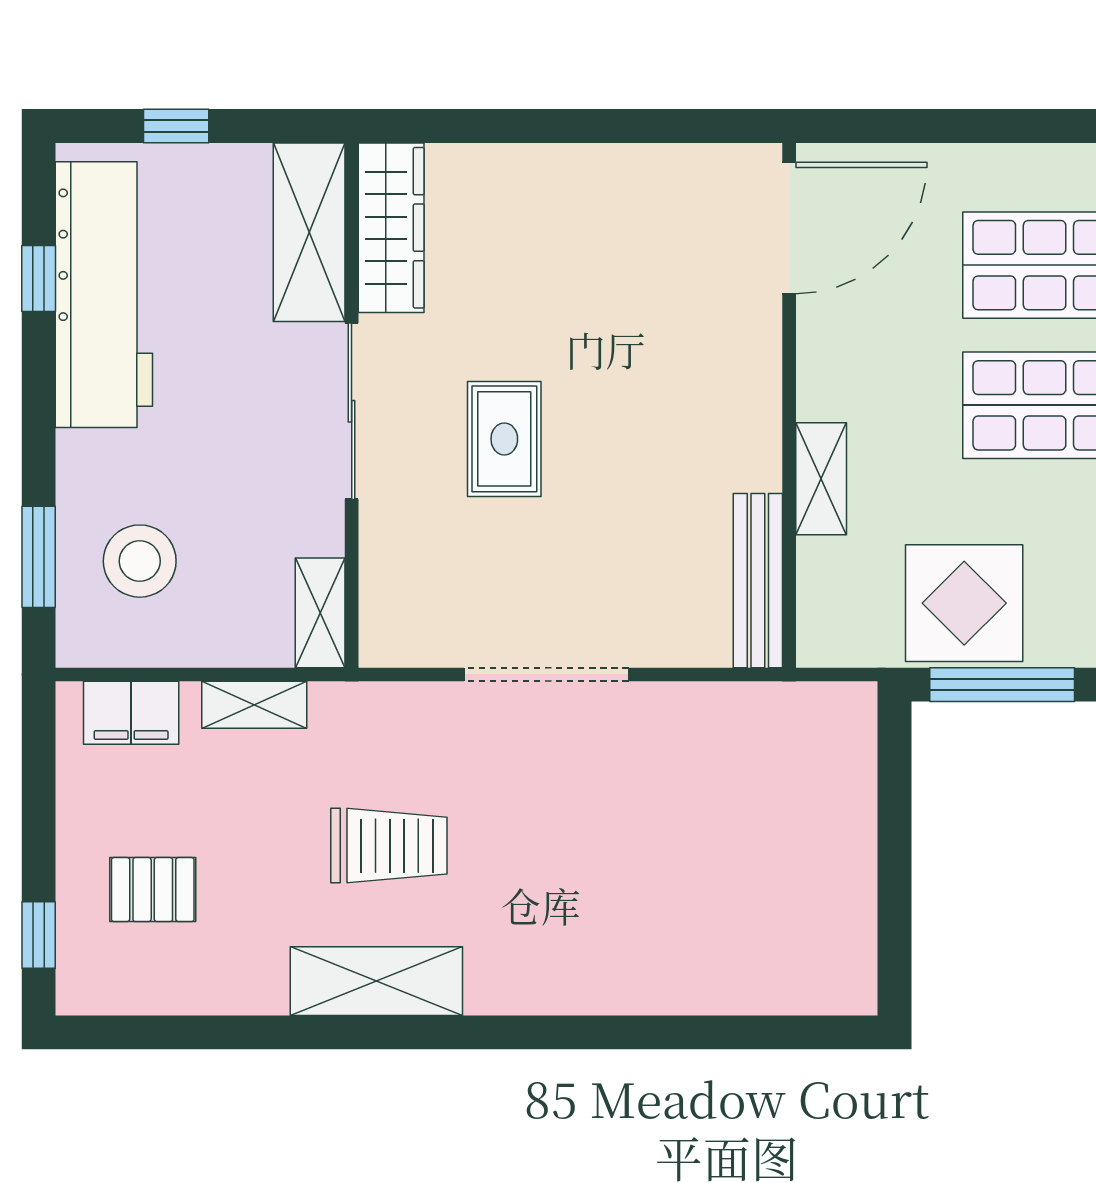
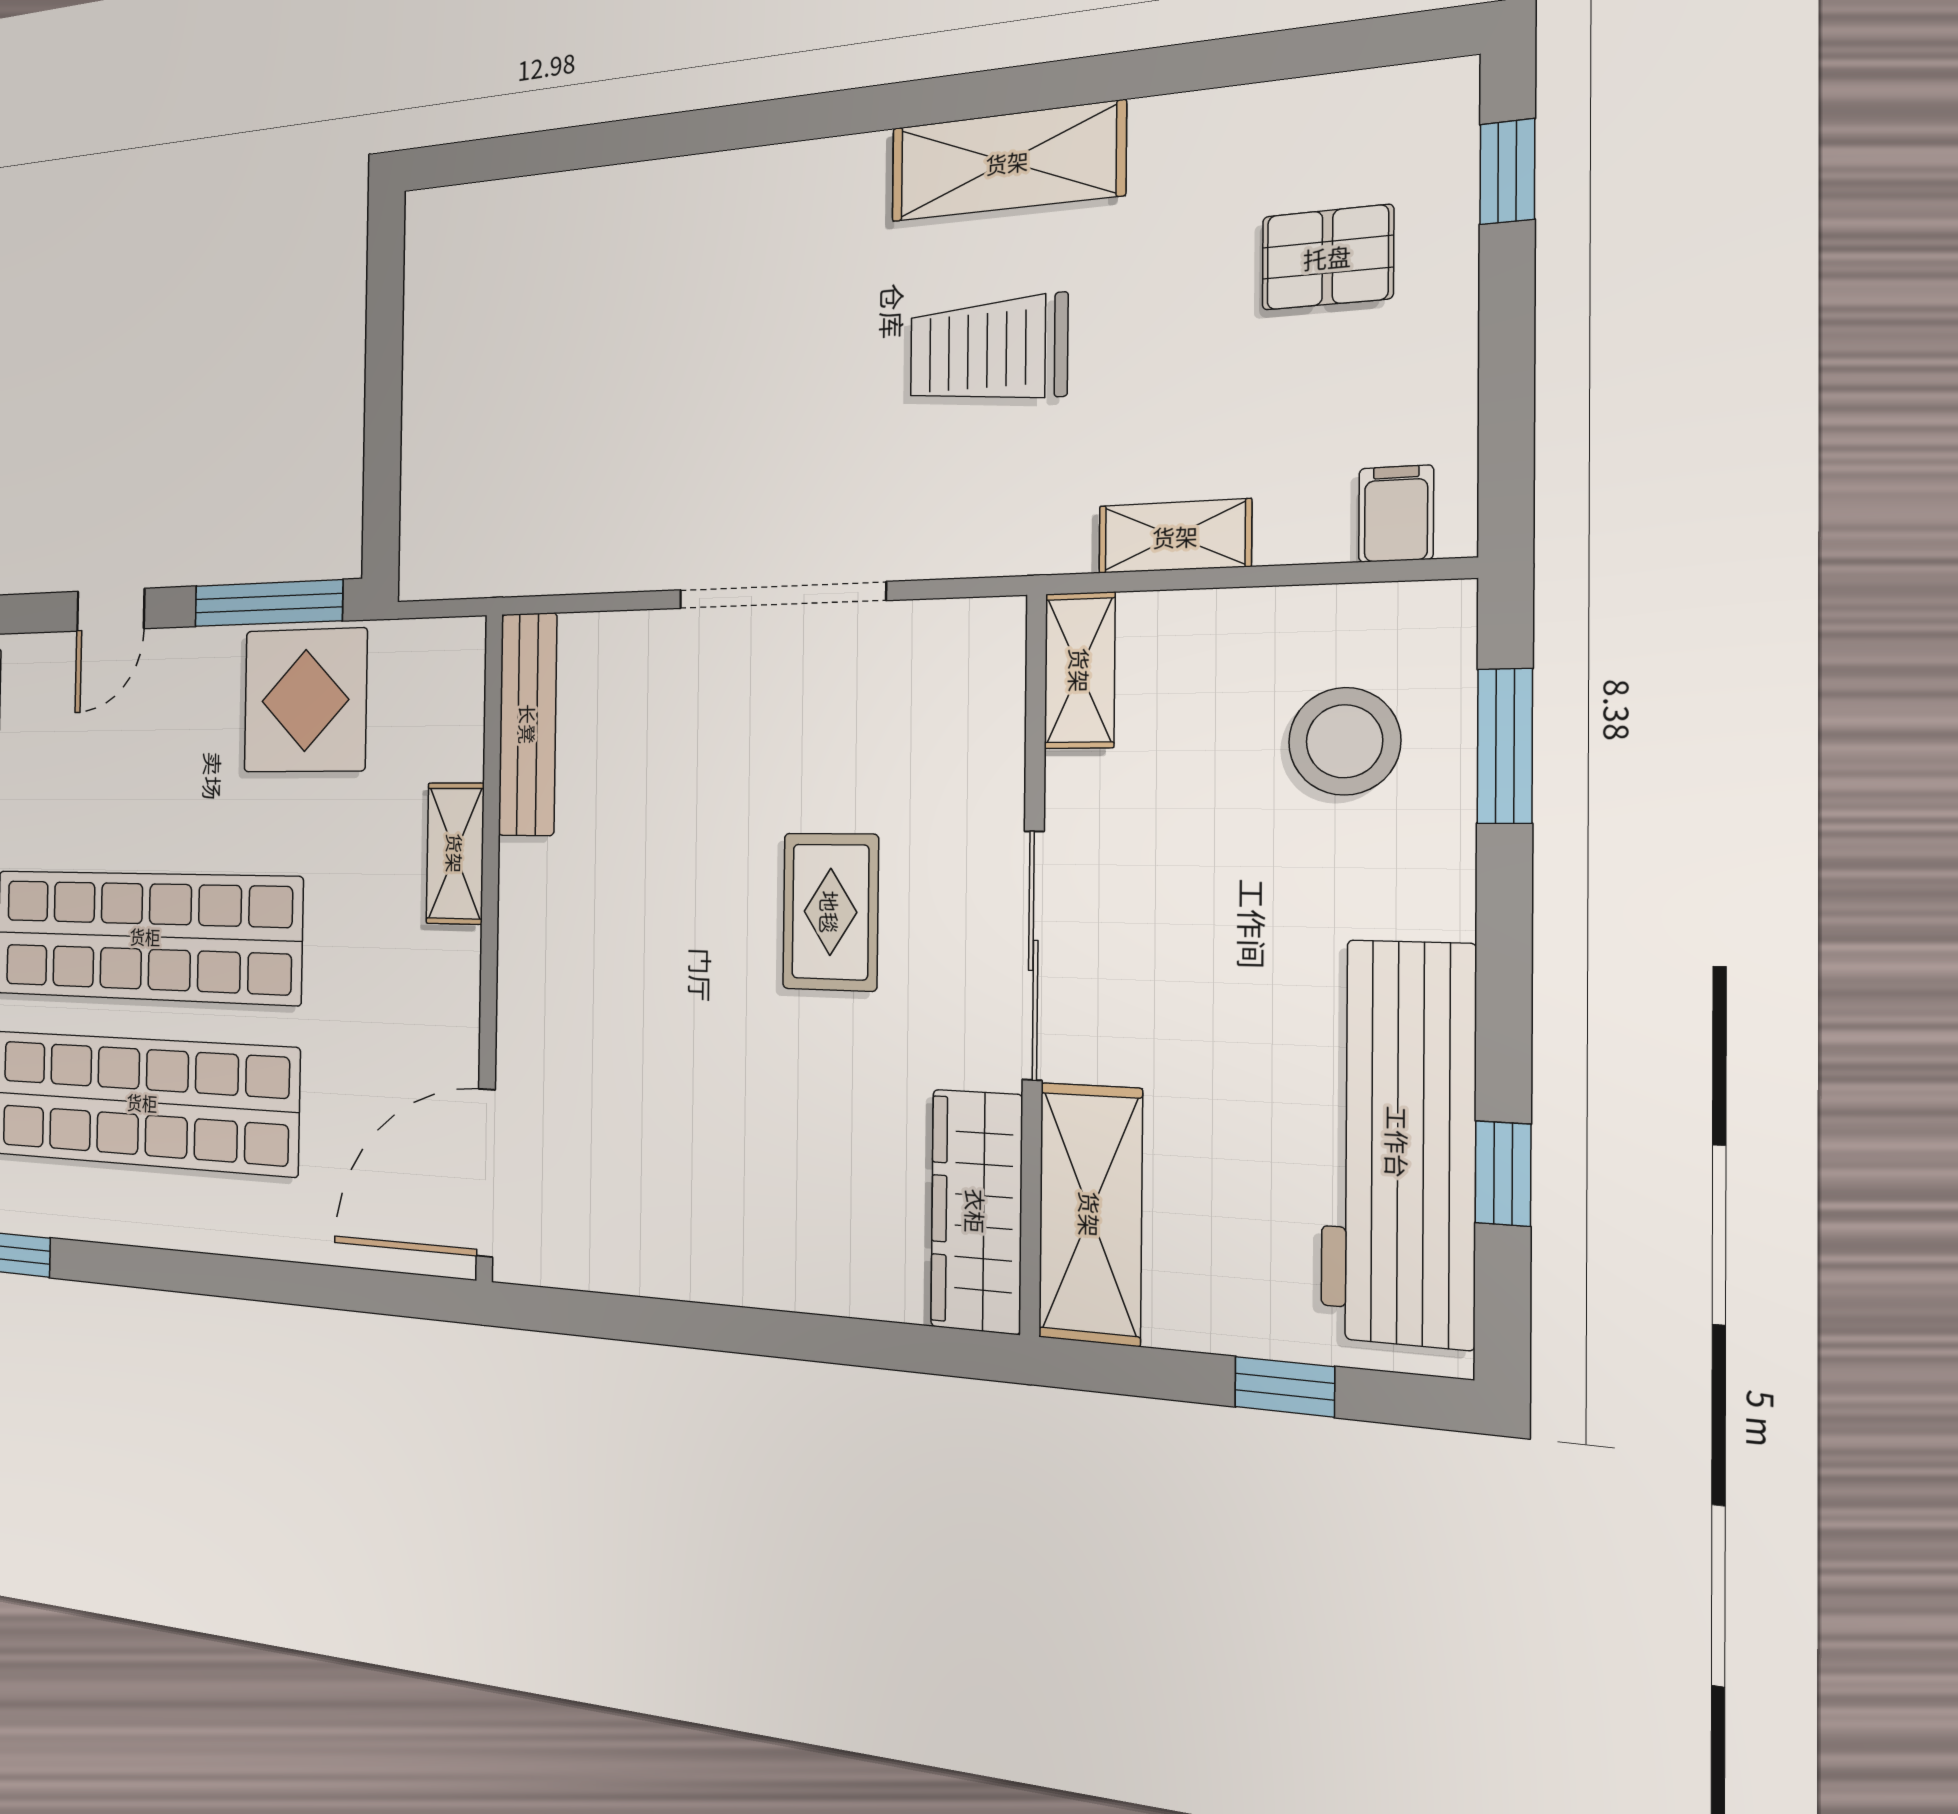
filing cabinet: (131, 713) -> (1396, 514), width x0.50

